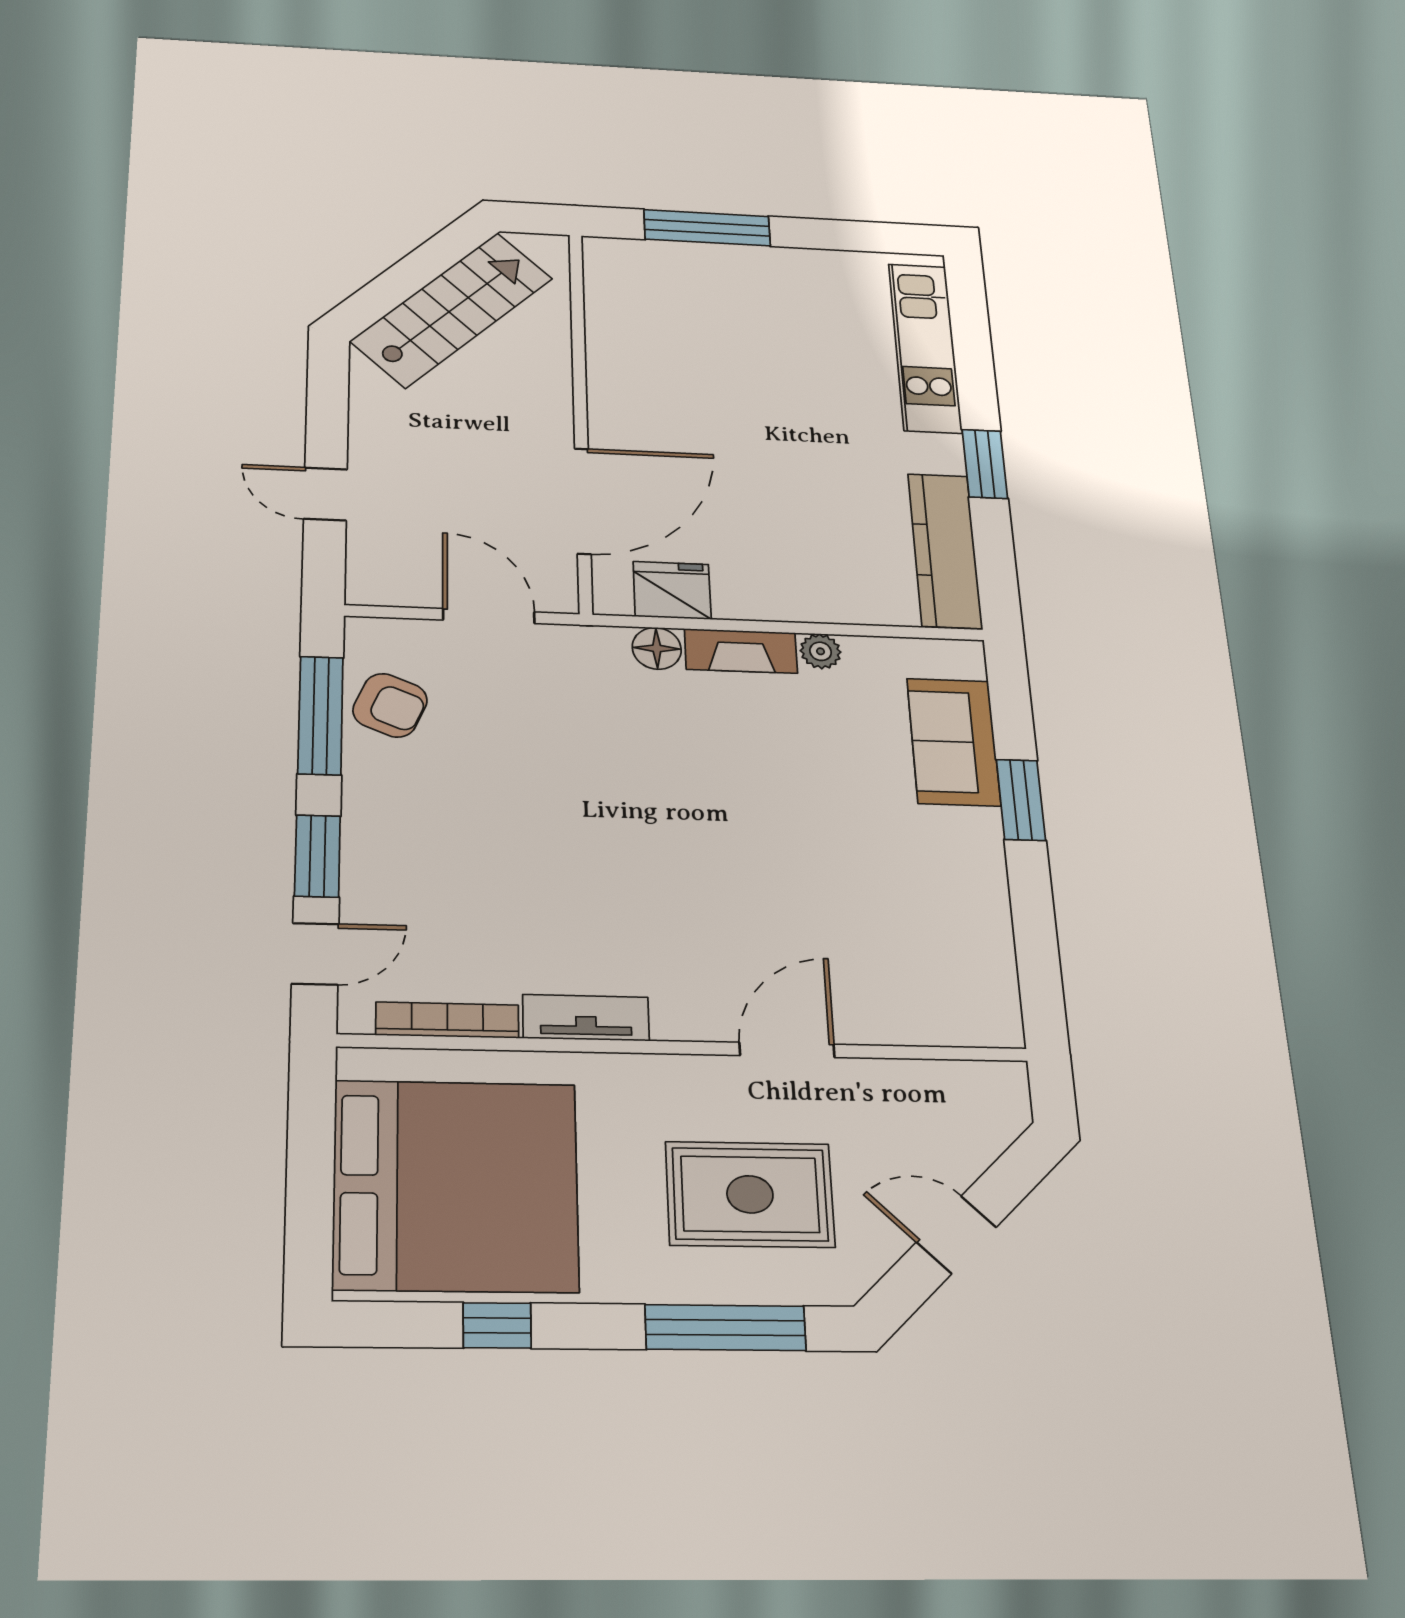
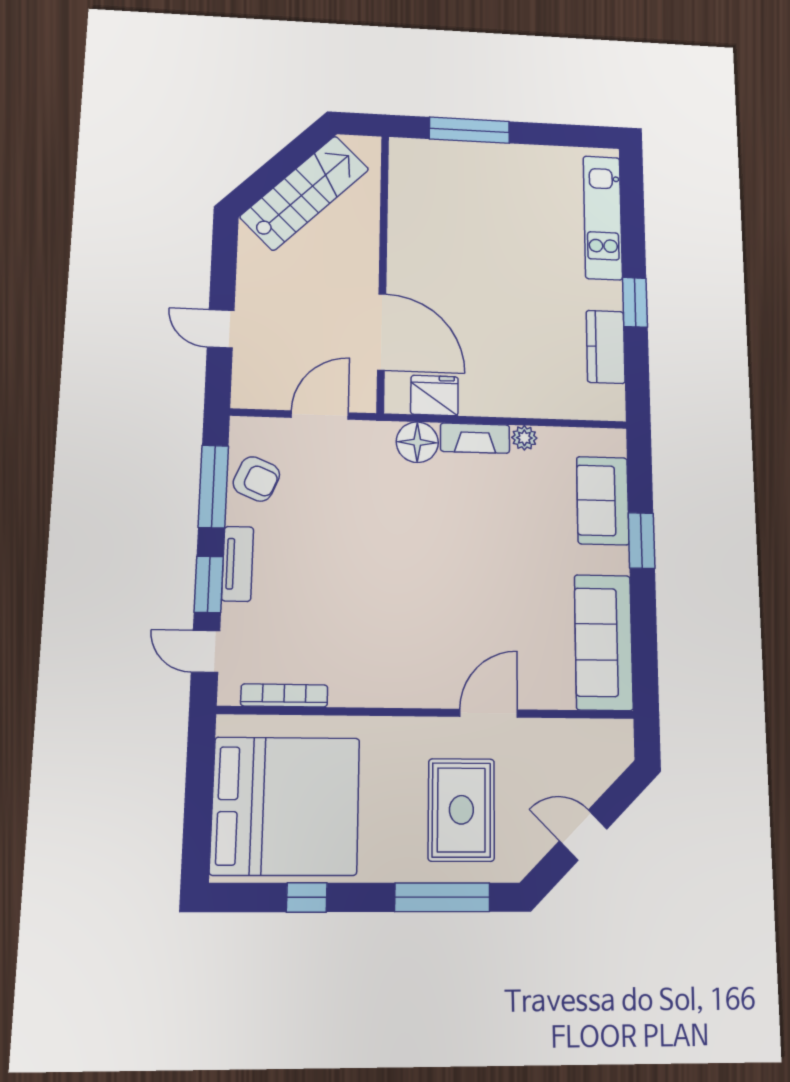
door: (583, 501) -> (382, 332), hinge flipped
kitchen counter: (945, 550) -> (606, 347), width x0.67
door: (489, 616) -> (320, 415), hinge flipped
floor lamp: (657, 648) -> (417, 442), width x1.38, depth x1.38
sofa: (970, 947) -> (604, 642), added
door: (315, 954) -> (206, 651), swing flipped
tv unit: (586, 1018) -> (238, 564), moved, turned 90
rug: (750, 1194) -> (461, 810), turned 90

